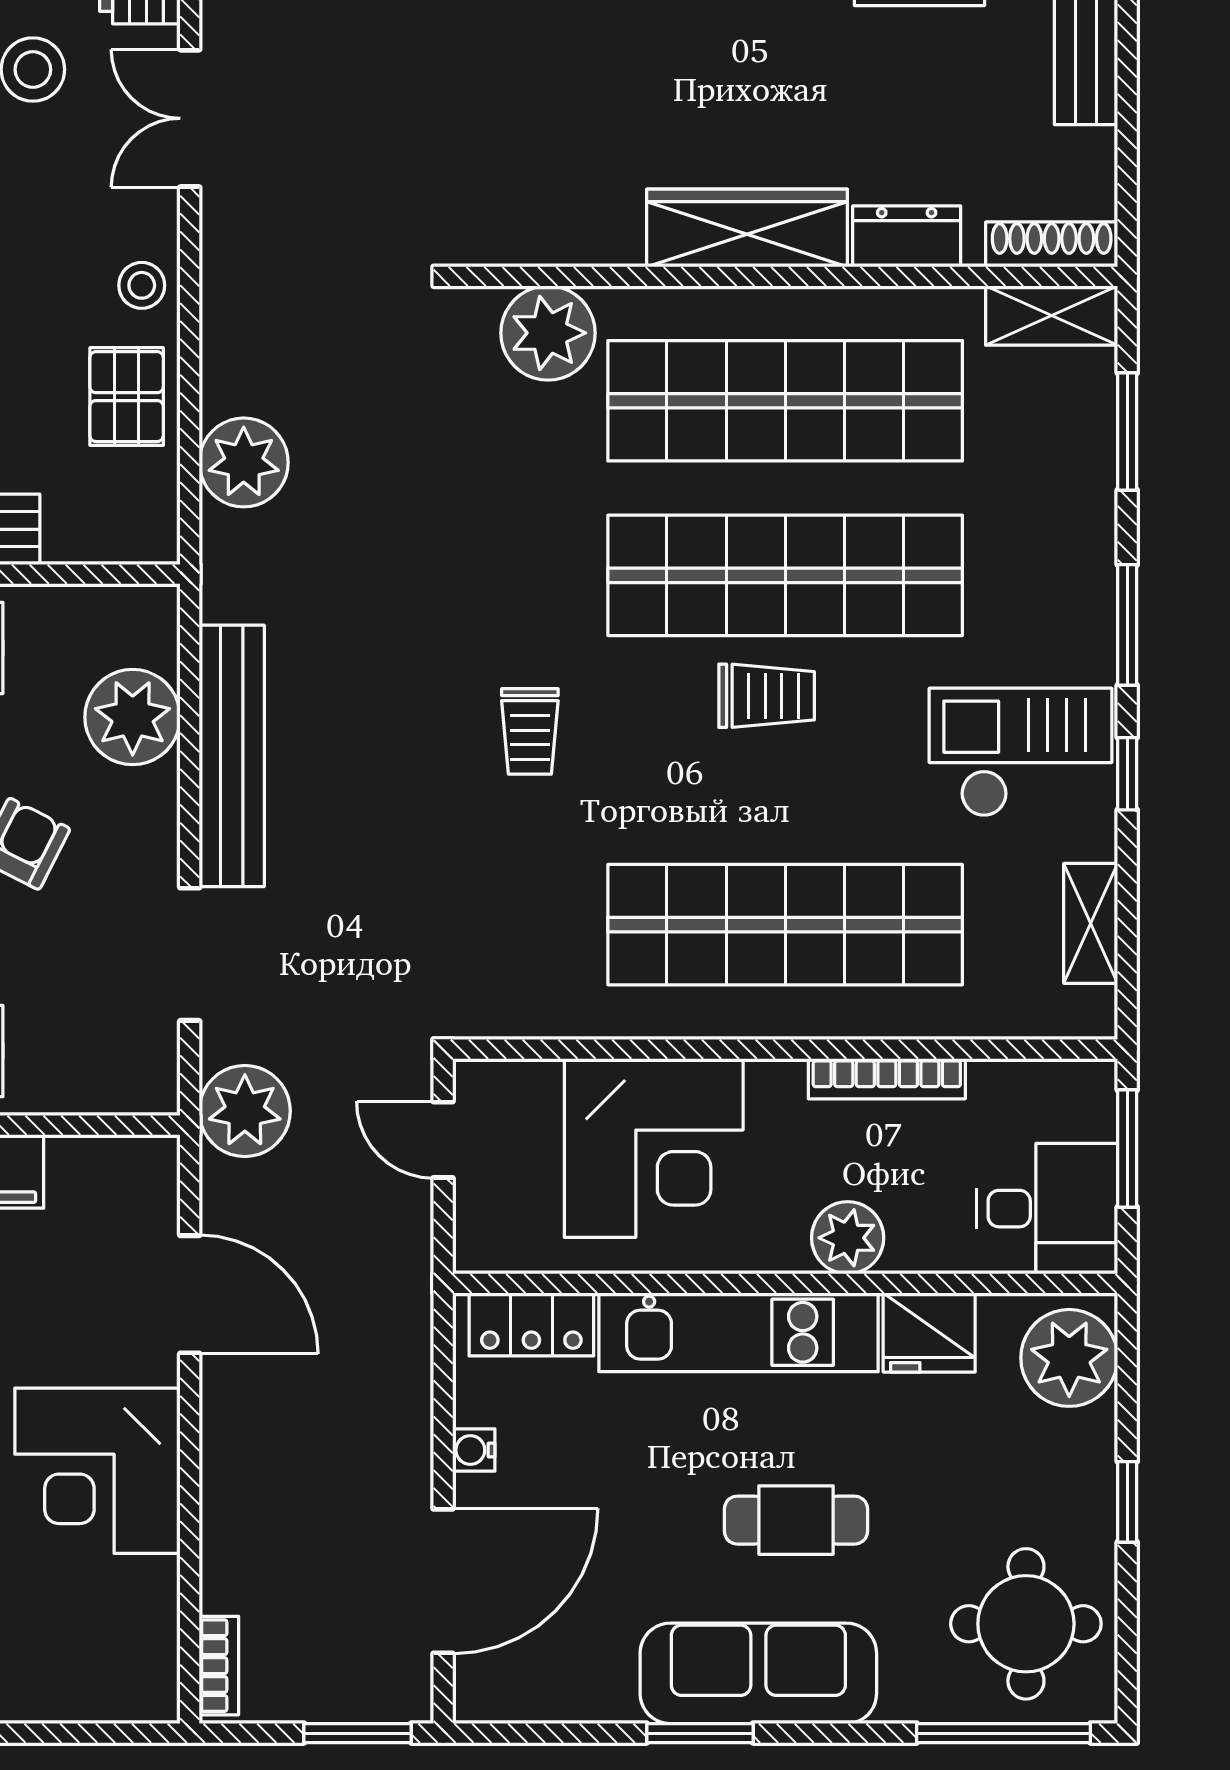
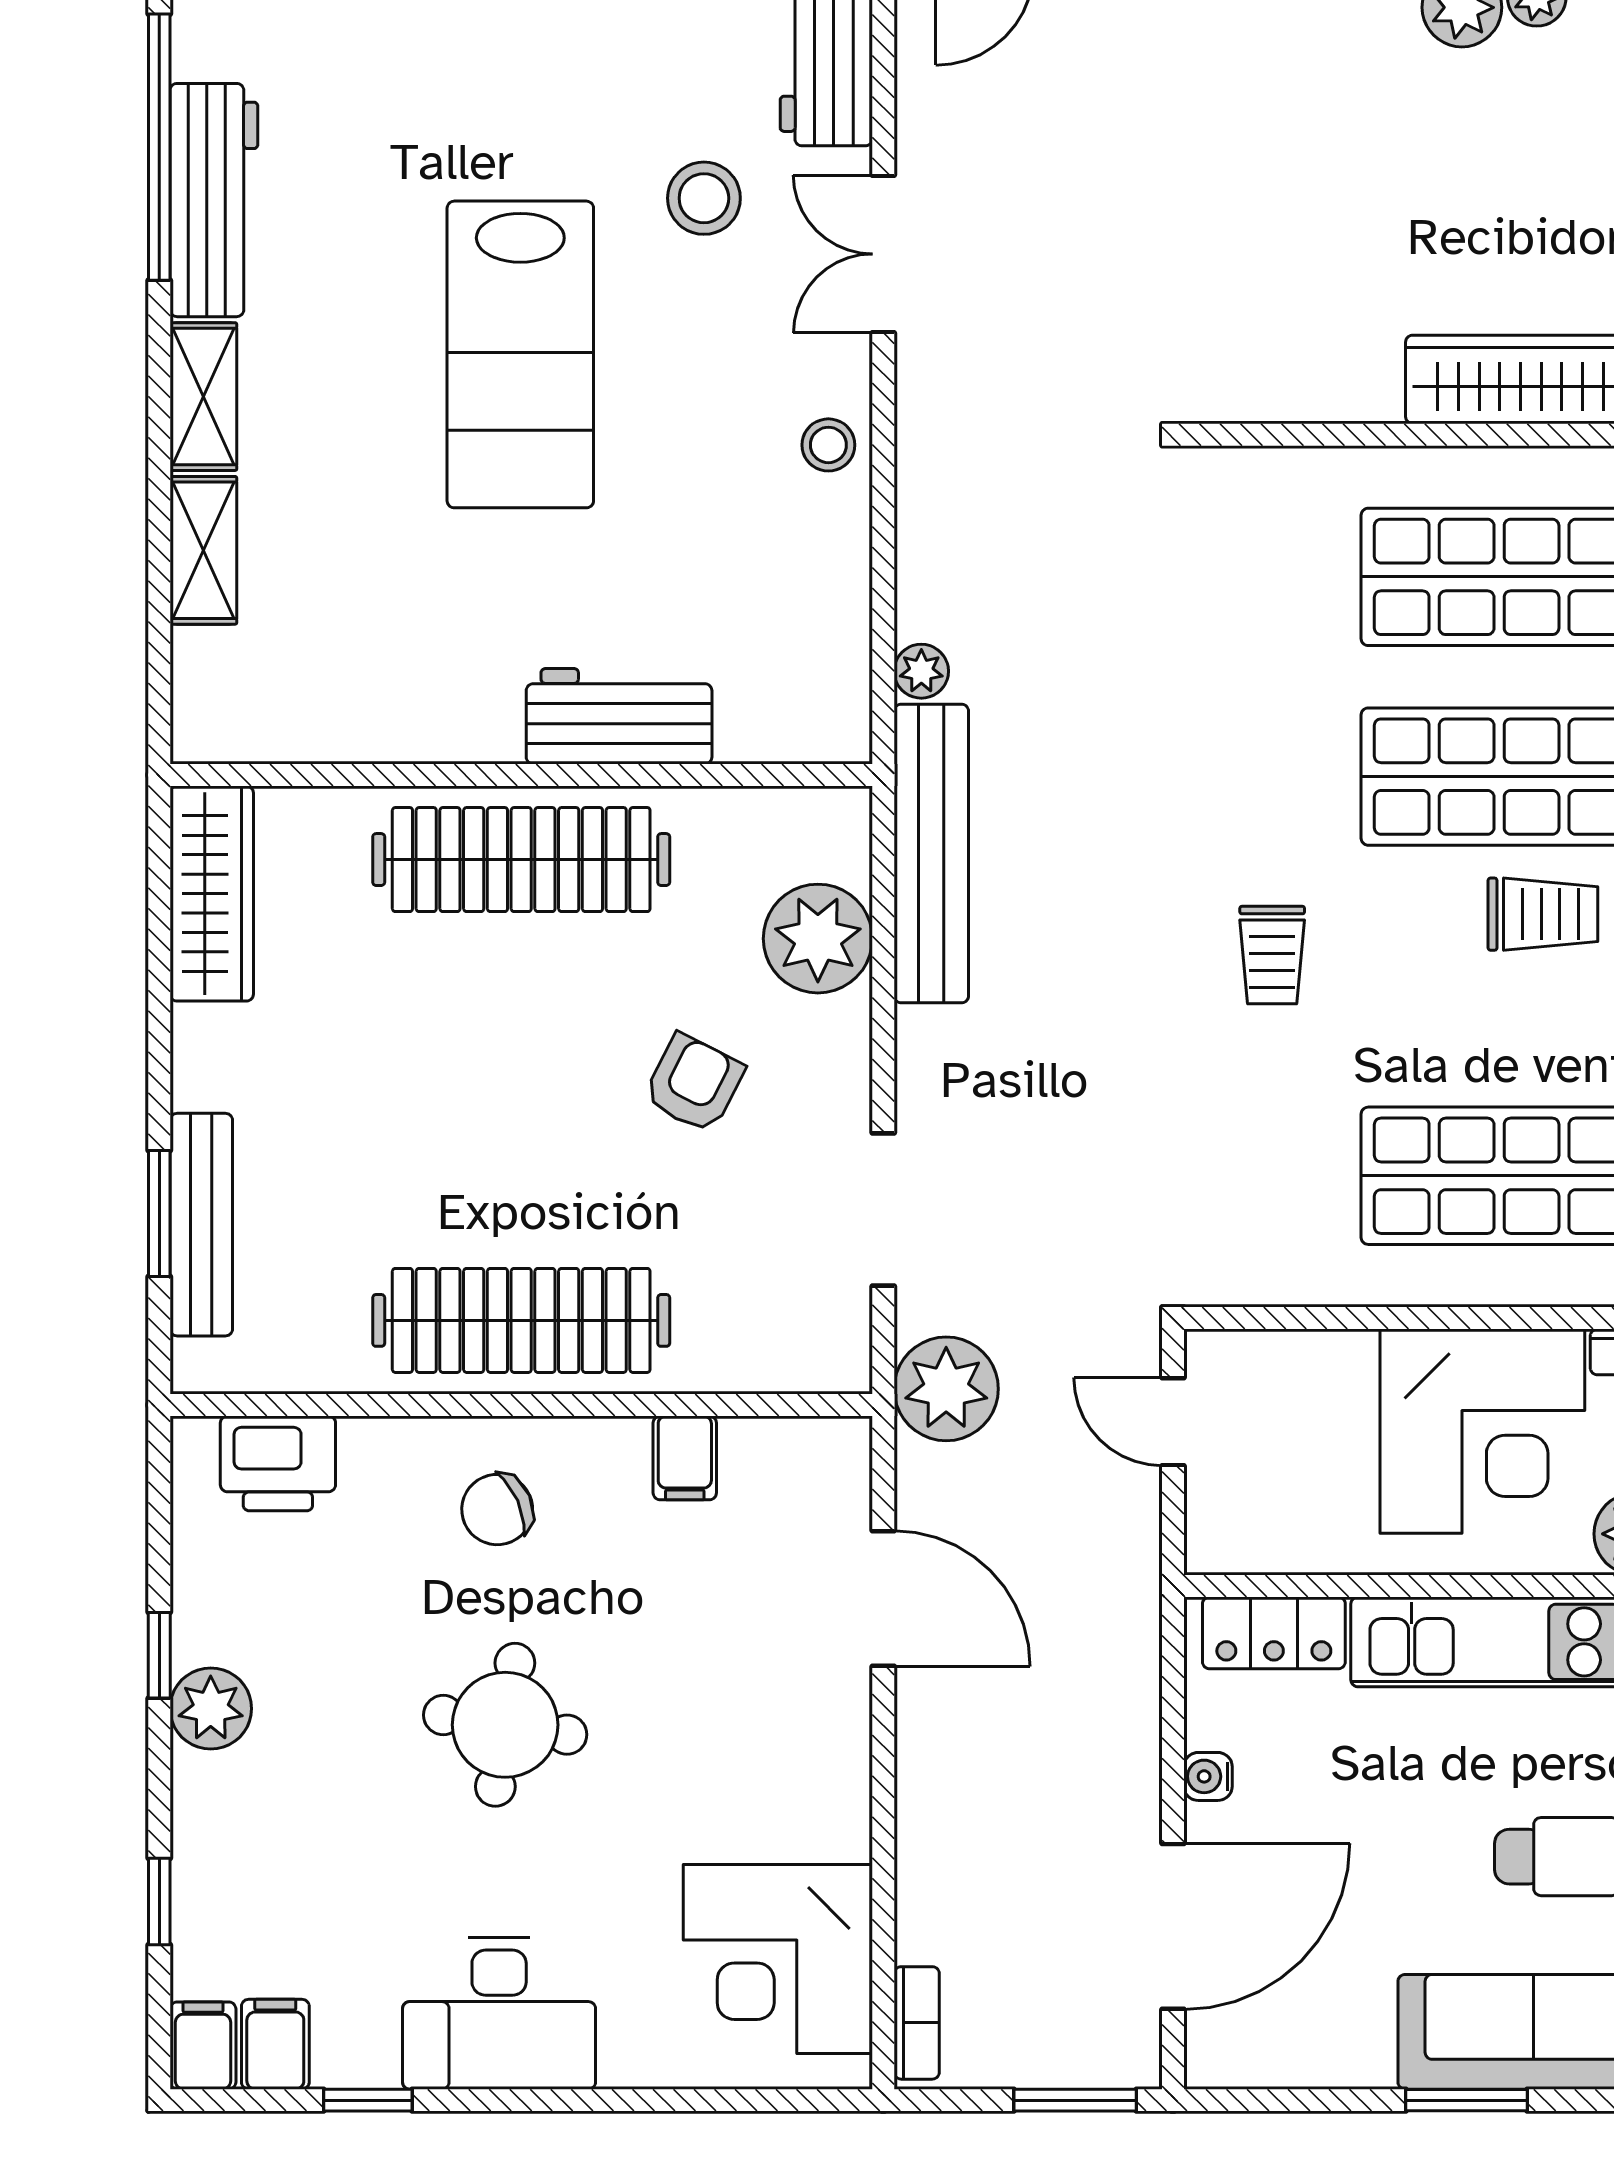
plant: (548, 333) -> (1293, 499), removed
pallet: (127, 397) -> (811, 572), removed
plant: (244, 462) -> (921, 671), width x0.53, depth x0.53
bench: (232, 756) -> (931, 854), moved
corner desk: (654, 1148) -> (1482, 1431), moved
corner desk: (98, 1471) -> (778, 1959), moved

